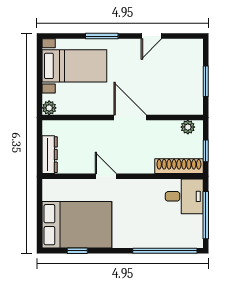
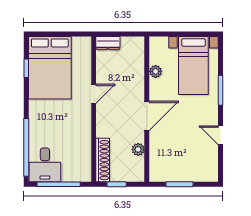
plant: (49, 108) -> (156, 71), moved
plant: (188, 127) -> (138, 149), moved
dresser: (50, 155) -> (108, 43), width x0.70
desk: (184, 196) -> (45, 165), moved

